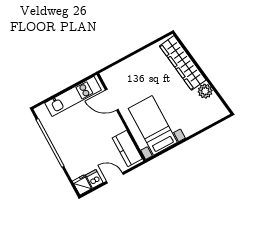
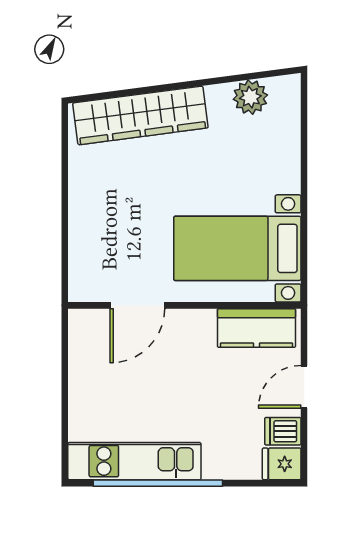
plant: (205, 91) -> (250, 97), moved
kitchen unit: (73, 96) -> (134, 461), moved, turned -90

